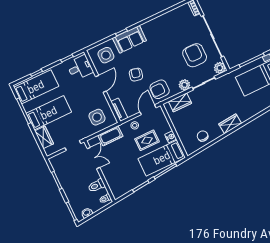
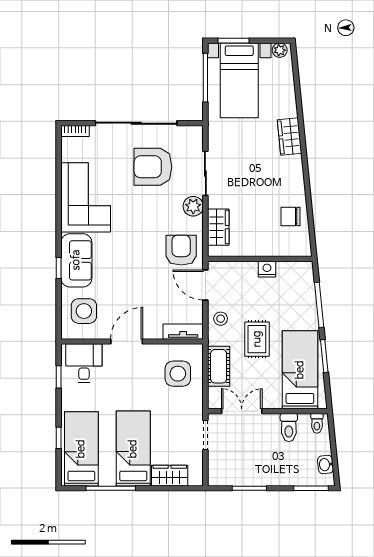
corner sofa: (163, 29) -> (86, 197), added
plant: (220, 68) -> (193, 136), removed
armchair: (136, 75) -> (139, 277), removed
door: (101, 84) -> (127, 341), hinge flipped
armchair: (160, 89) -> (181, 250), turned 180
wardrobe: (230, 124) -> (290, 137), moved
rug: (147, 140) -> (257, 339), moved
bed: (162, 158) -> (300, 370), moved, turned 180

